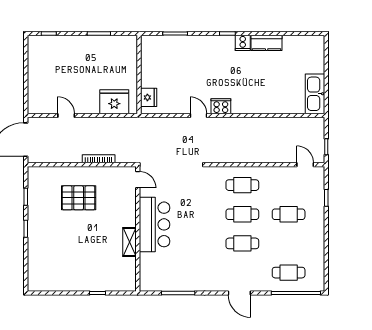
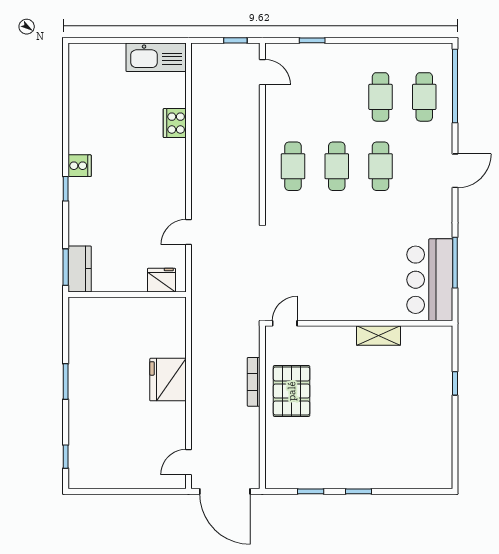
kitchen counter: (267, 43) -> (80, 269), moved
wall: (139, 74) -> (127, 295), moved
fridge: (149, 97) -> (162, 280), moved
fridge: (114, 102) -> (168, 380), moved
cooker: (221, 106) -> (175, 123), moved
door: (66, 115) -> (189, 462), moved
door: (305, 165) -> (262, 72), swing flipped
pallet: (79, 198) -> (292, 391), moved
cafe table: (289, 214) -> (381, 97), moved
bar counter: (155, 224) -> (430, 280), moved, turned -90

